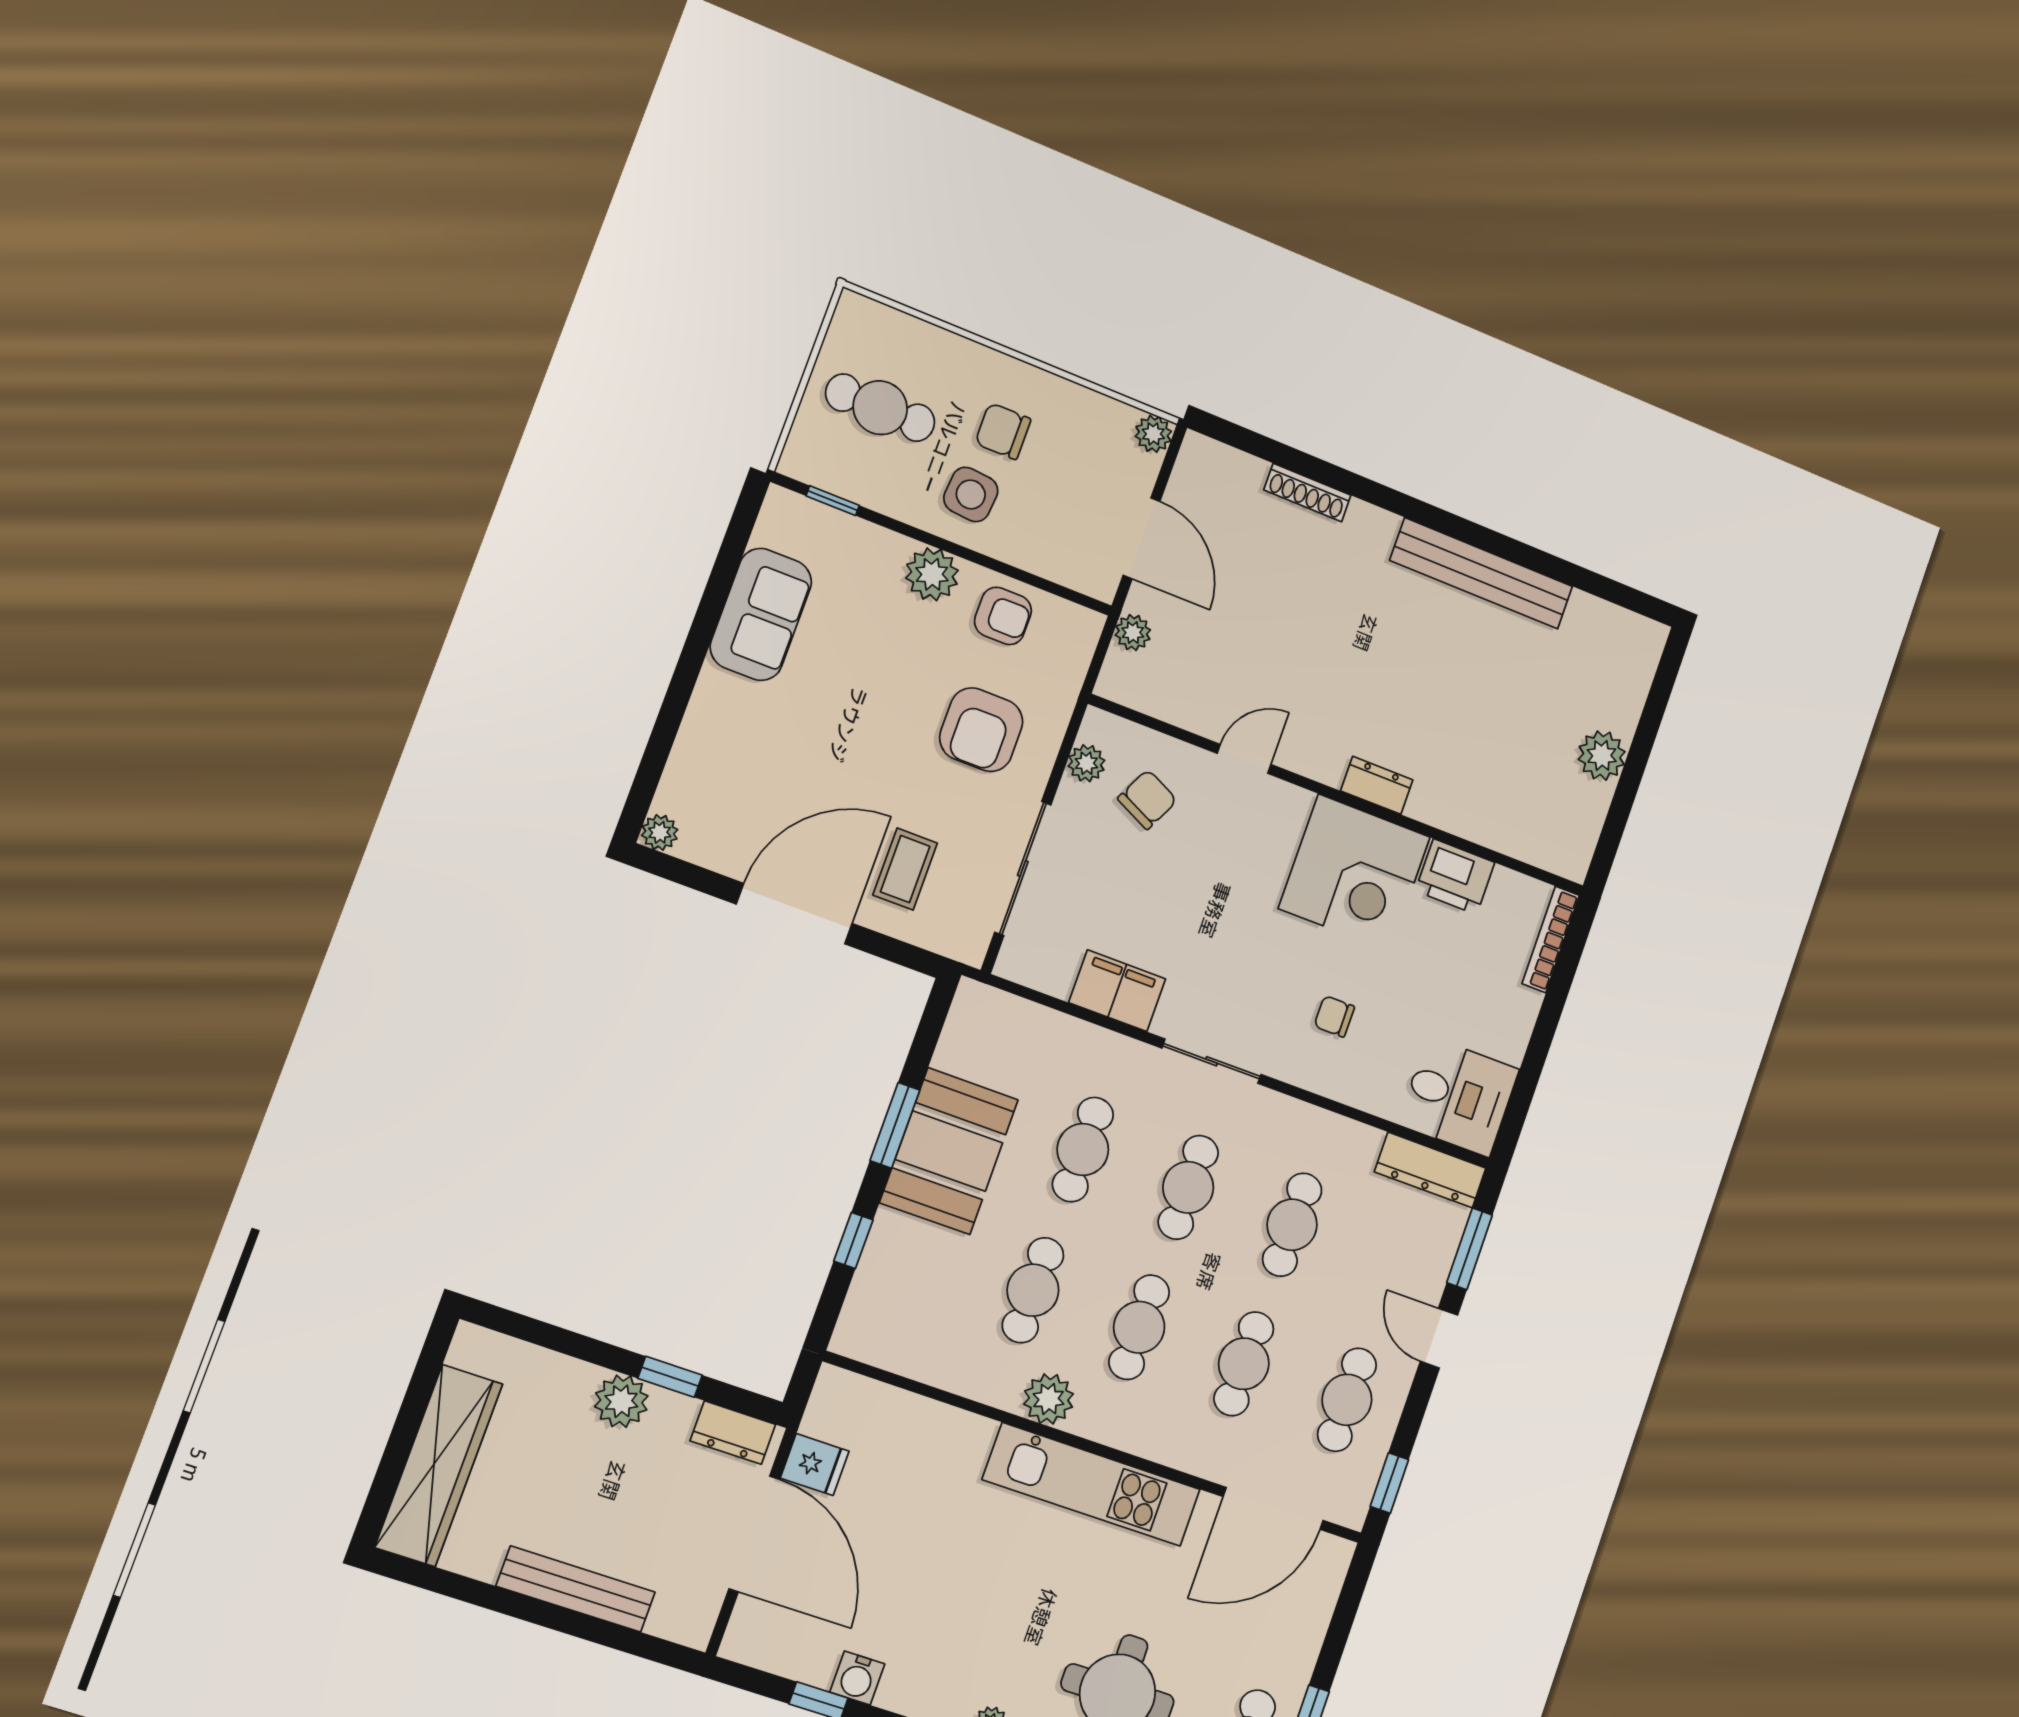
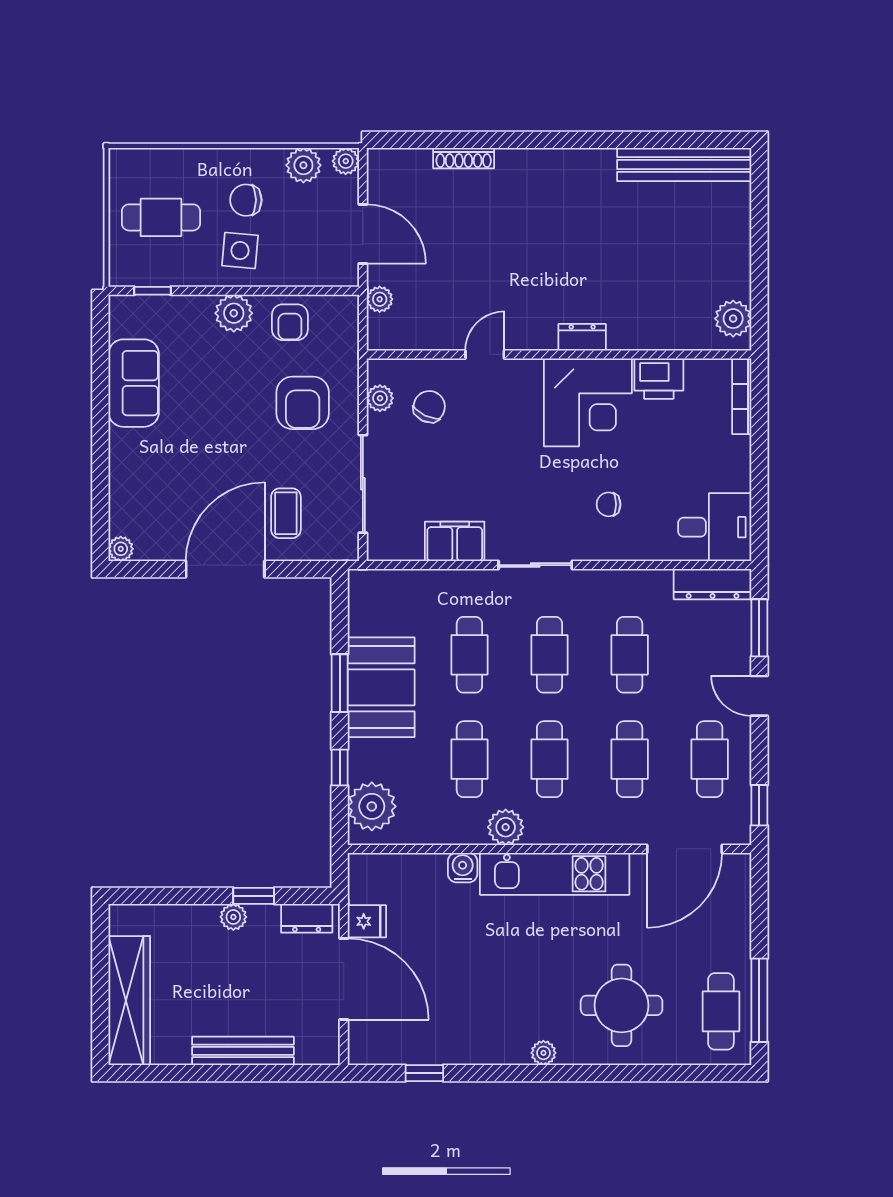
plant: (1096, 417) -> (303, 165), added
bench: (1481, 573) -> (684, 165), moved
armchair: (1003, 616) -> (290, 322), turned 90
plant: (1602, 756) -> (733, 319), moved
plant: (878, 1309) -> (372, 806), added
plant: (621, 1401) -> (233, 917), width x0.73, depth x0.73
water cooler: (857, 1678) -> (463, 868), moved, turned 180

